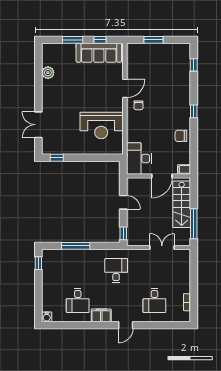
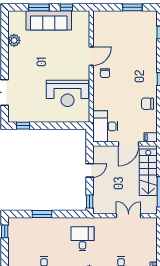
window: (154, 40) -> (132, 7), moved
sofa: (99, 53) -> (49, 20), moved
door: (123, 202) -> (90, 170), hinge flipped
window: (76, 246) -> (42, 214), width x0.69

